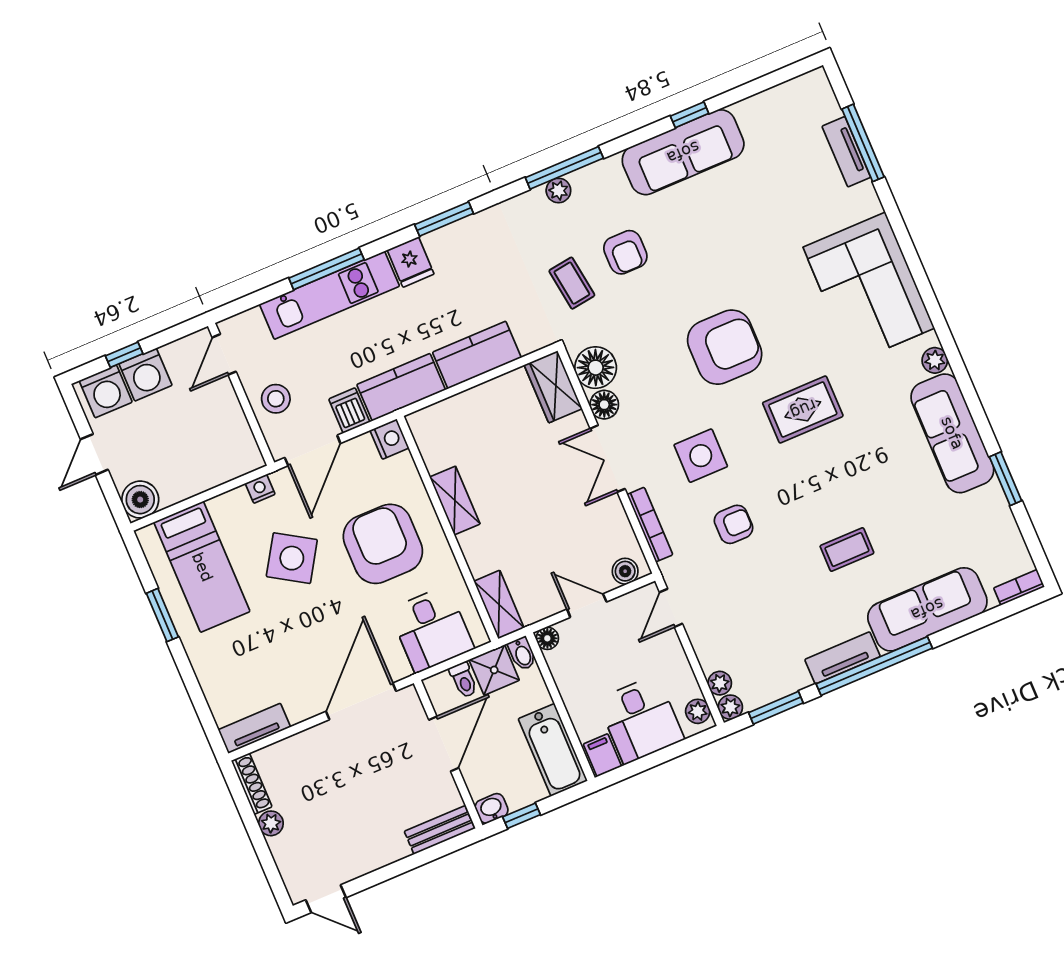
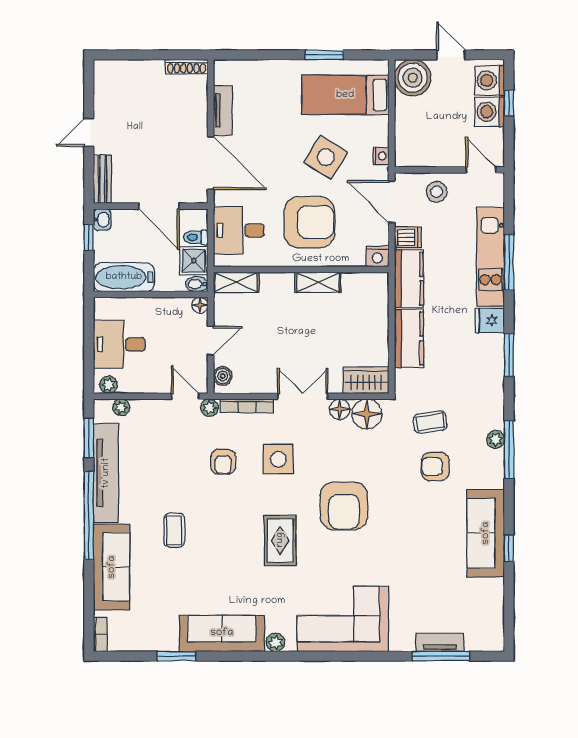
boiler: (140, 500) -> (413, 78), width x1.37, depth x1.37
tv unit: (843, 658) -> (106, 473), width x1.92, depth x1.29
plant: (730, 707) -> (209, 408), moved
tv unit: (254, 728) -> (223, 110), moved
filing cabinet: (602, 755) -> (106, 309), removed
plant: (271, 823) -> (155, 68), removed
door: (326, 899) -> (89, 132), moved

